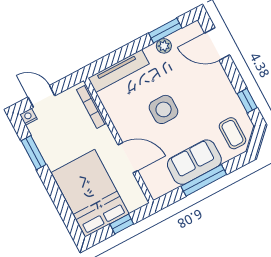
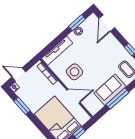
door: (217, 44) -> (107, 23), hinge flipped
side table: (164, 109) -> (75, 72), moved

